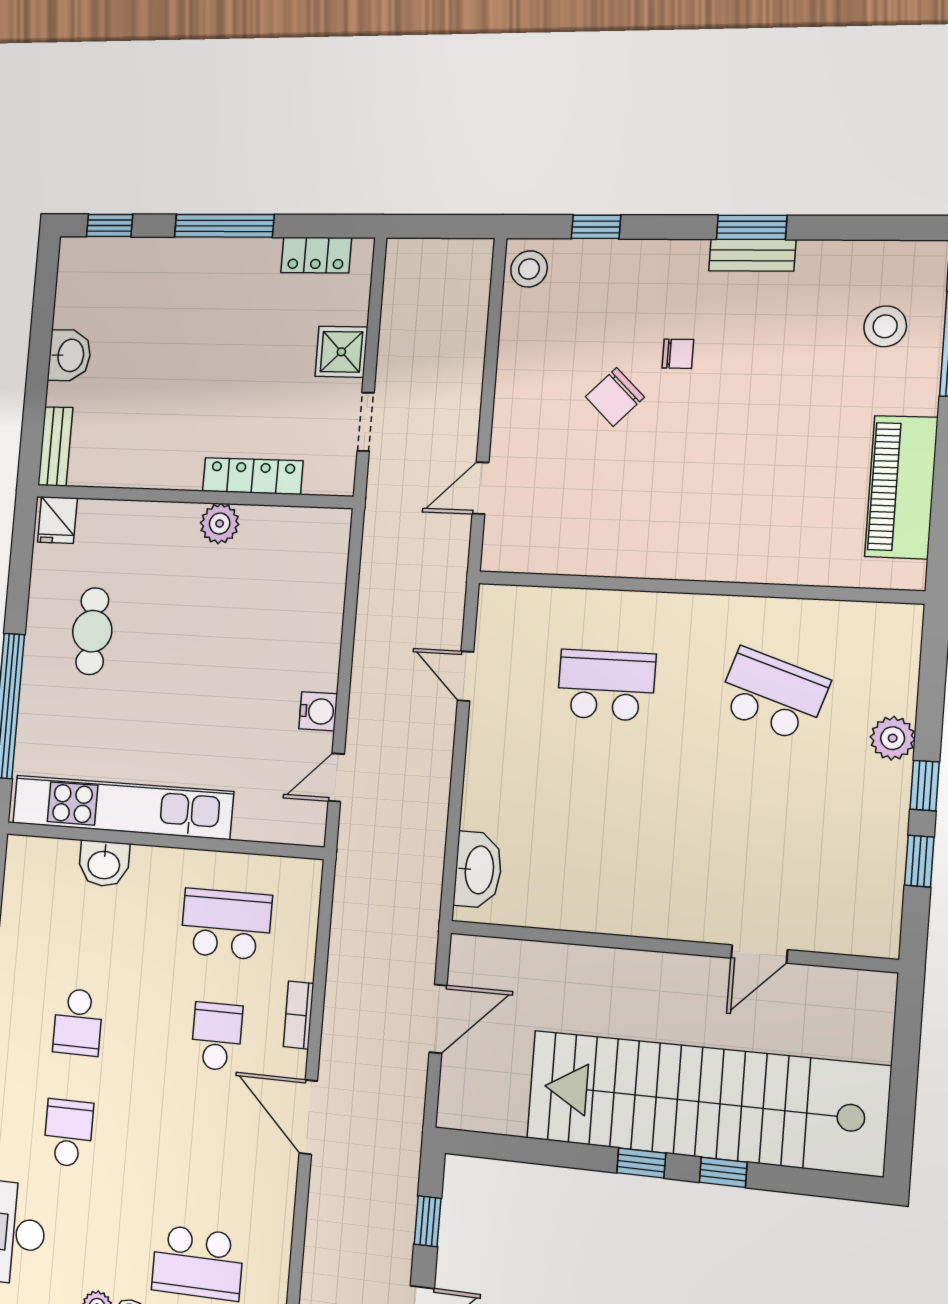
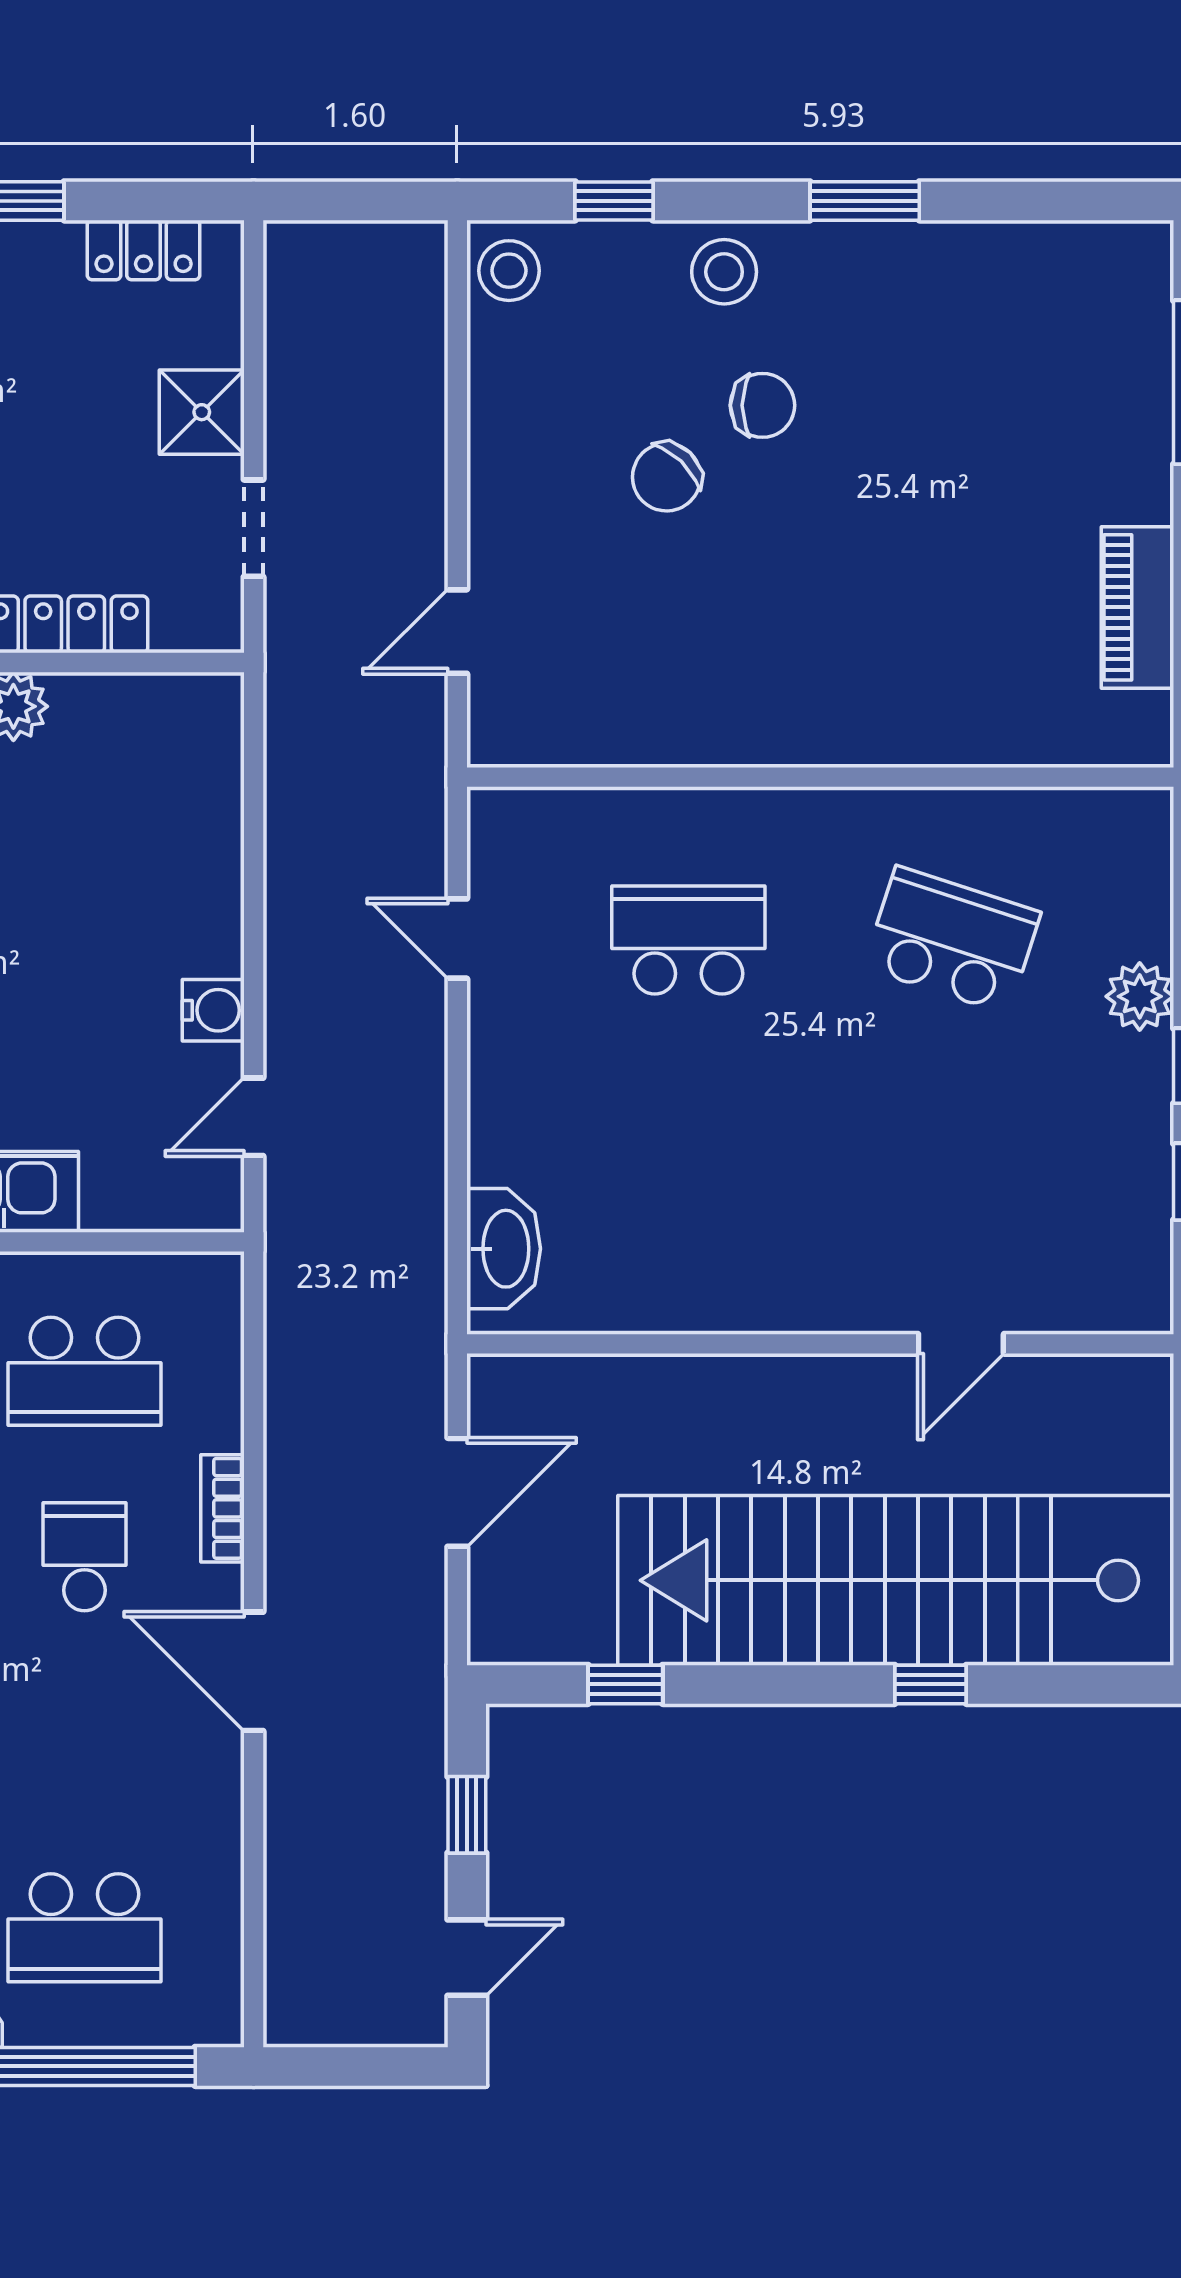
bench: (752, 255) -> (869, 246), removed
stool: (885, 326) -> (724, 272), moved
chair: (678, 354) -> (762, 405), width x1.37, depth x1.37
piano: (901, 487) -> (1137, 607), width x0.73, depth x0.75
school desk: (226, 924) -> (85, 1371), turned 180
window: (641, 1163) -> (625, 1684), moved

